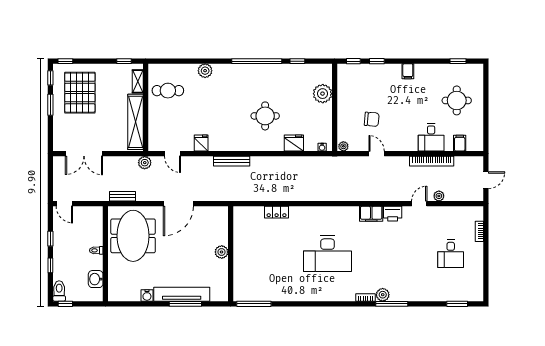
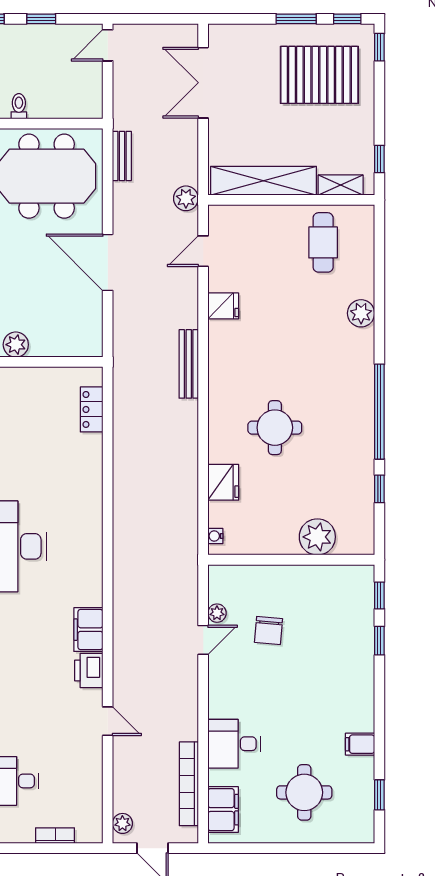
filing cabinet: (408, 71) -> (360, 744), moved
filing cabinet: (460, 143) -> (223, 810), width x2.00
plant: (343, 146) -> (217, 613), moved
bookcase: (432, 161) -> (189, 784), moved
plant: (439, 196) -> (122, 823), moved
locker: (277, 212) -> (92, 409), moved

